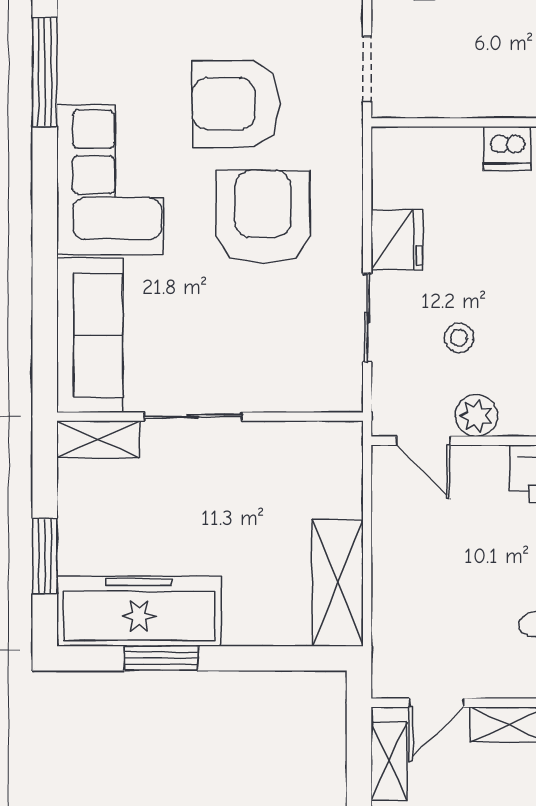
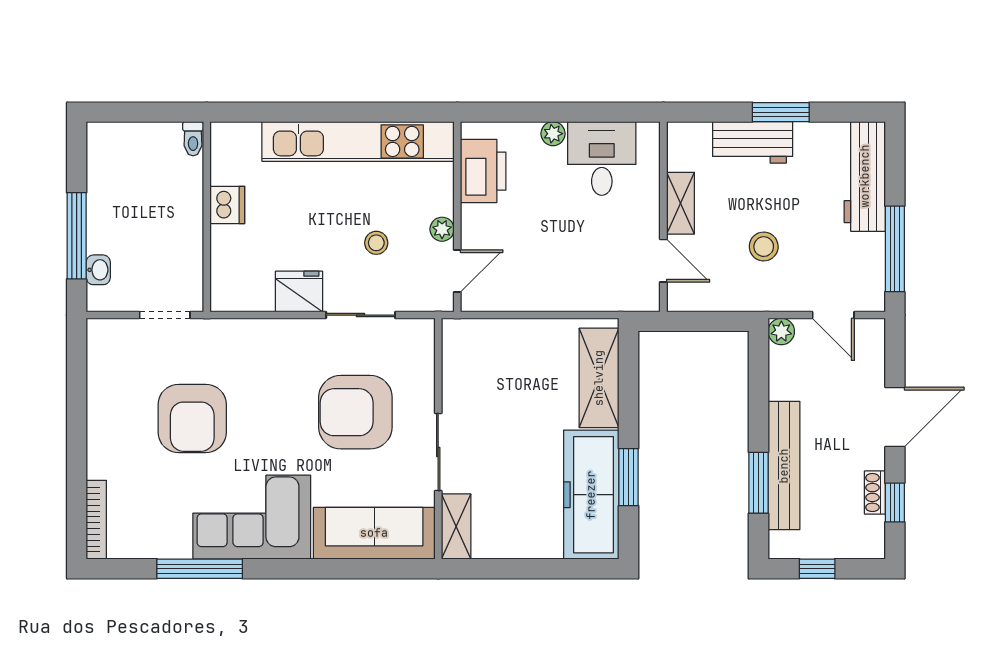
window: (45, 72) -> (200, 569), moved
armchair: (263, 217) -> (355, 412), moved
plant: (476, 416) -> (442, 229), width x0.73, depth x0.73
window: (45, 556) -> (548, 569), removed
shelving: (338, 583) -> (599, 378), moved, turned 90
shelving: (389, 761) -> (709, 298), removed

